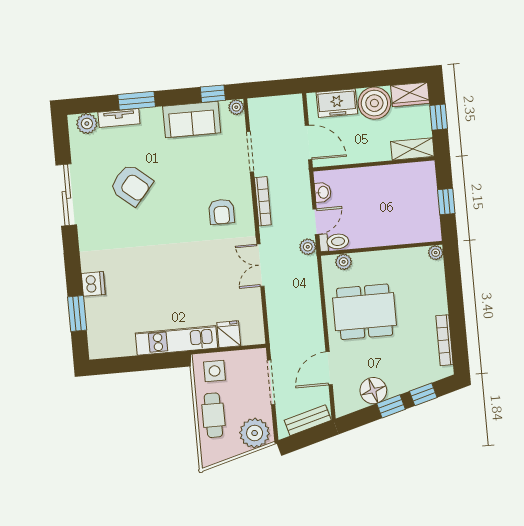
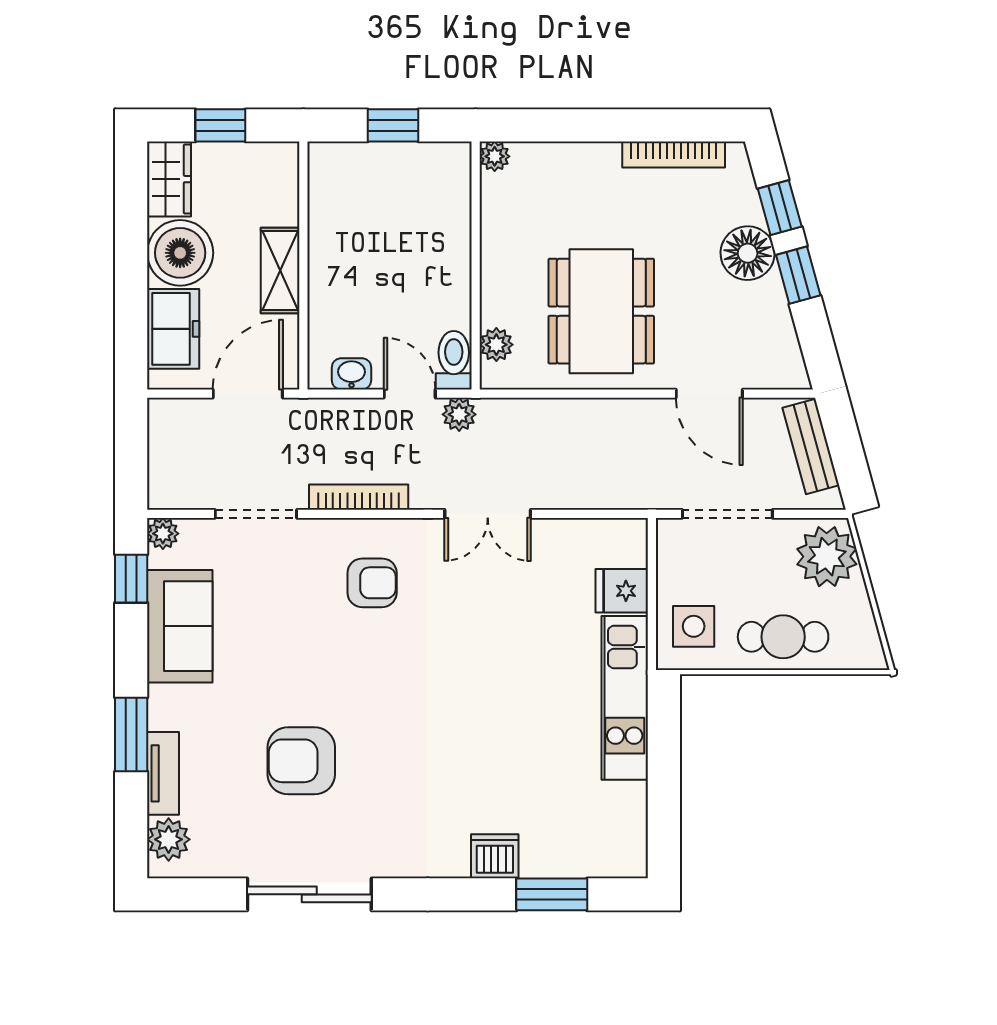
shelving: (412, 149) -> (280, 271), moved
armchair: (131, 185) -> (301, 761), turned -130
floor lamp: (373, 391) -> (748, 253), moved

